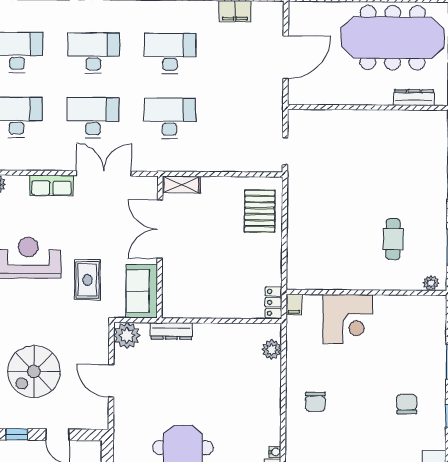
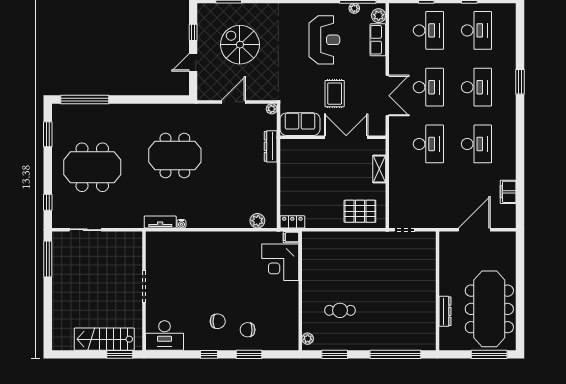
door: (286, 57) -> (474, 230), swing flipped
dresser: (414, 98) -> (445, 311), moved
shelving: (181, 185) -> (379, 169), moved
row of seats: (51, 186) -> (378, 40), moved
rug: (87, 280) -> (335, 94), moved, turned 90
corner desk: (348, 319) -> (280, 262), moved
plant: (127, 335) -> (272, 109), width x0.53, depth x0.53
chair: (315, 402) -> (248, 330), moved

